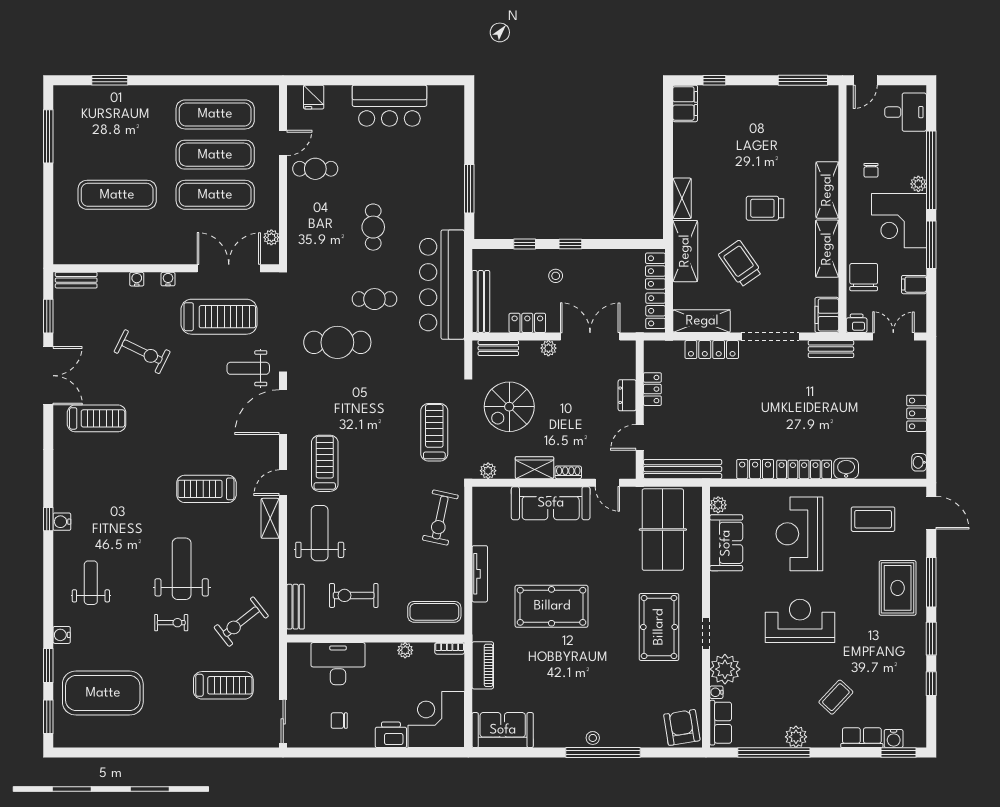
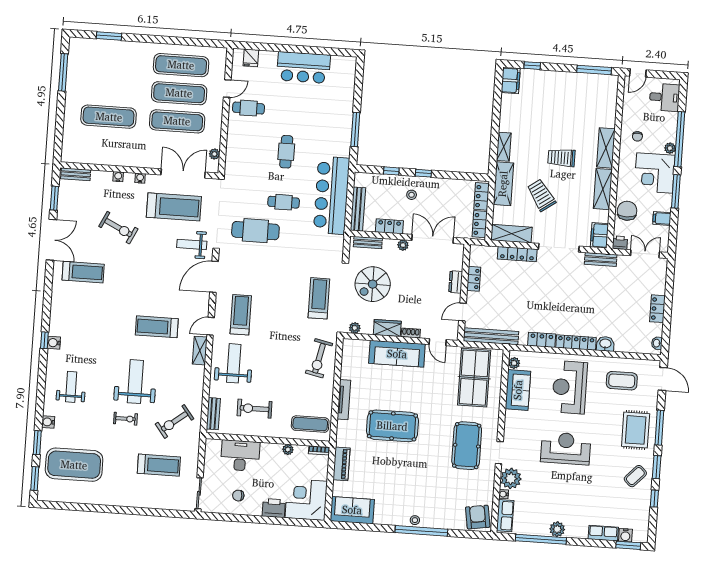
coffee table: (836, 697) -> (635, 476), moved

